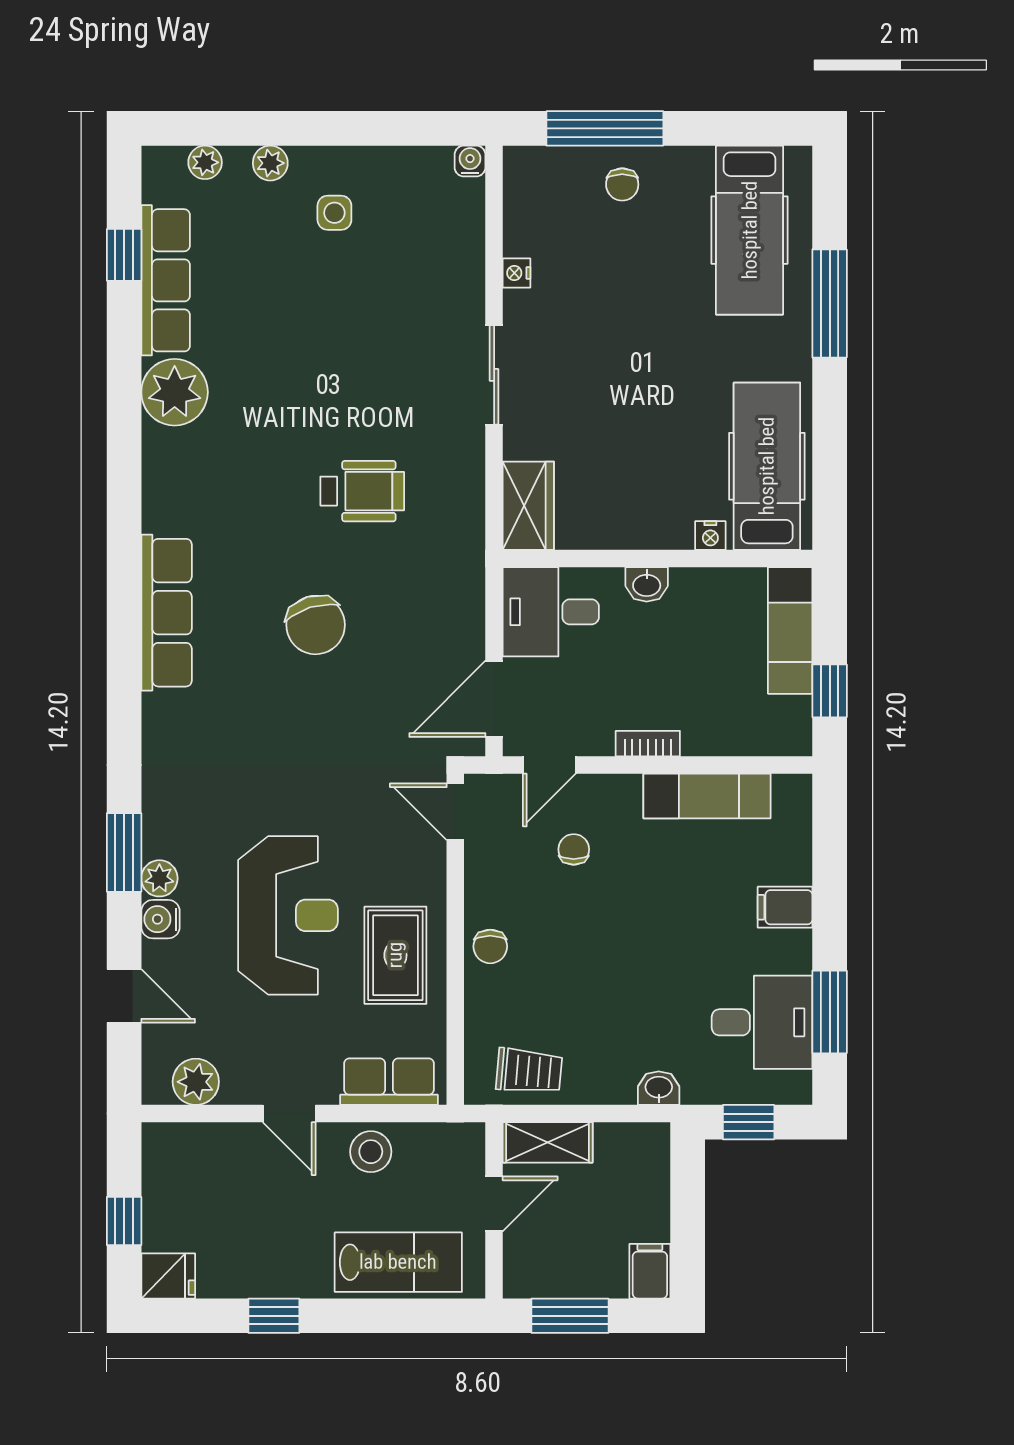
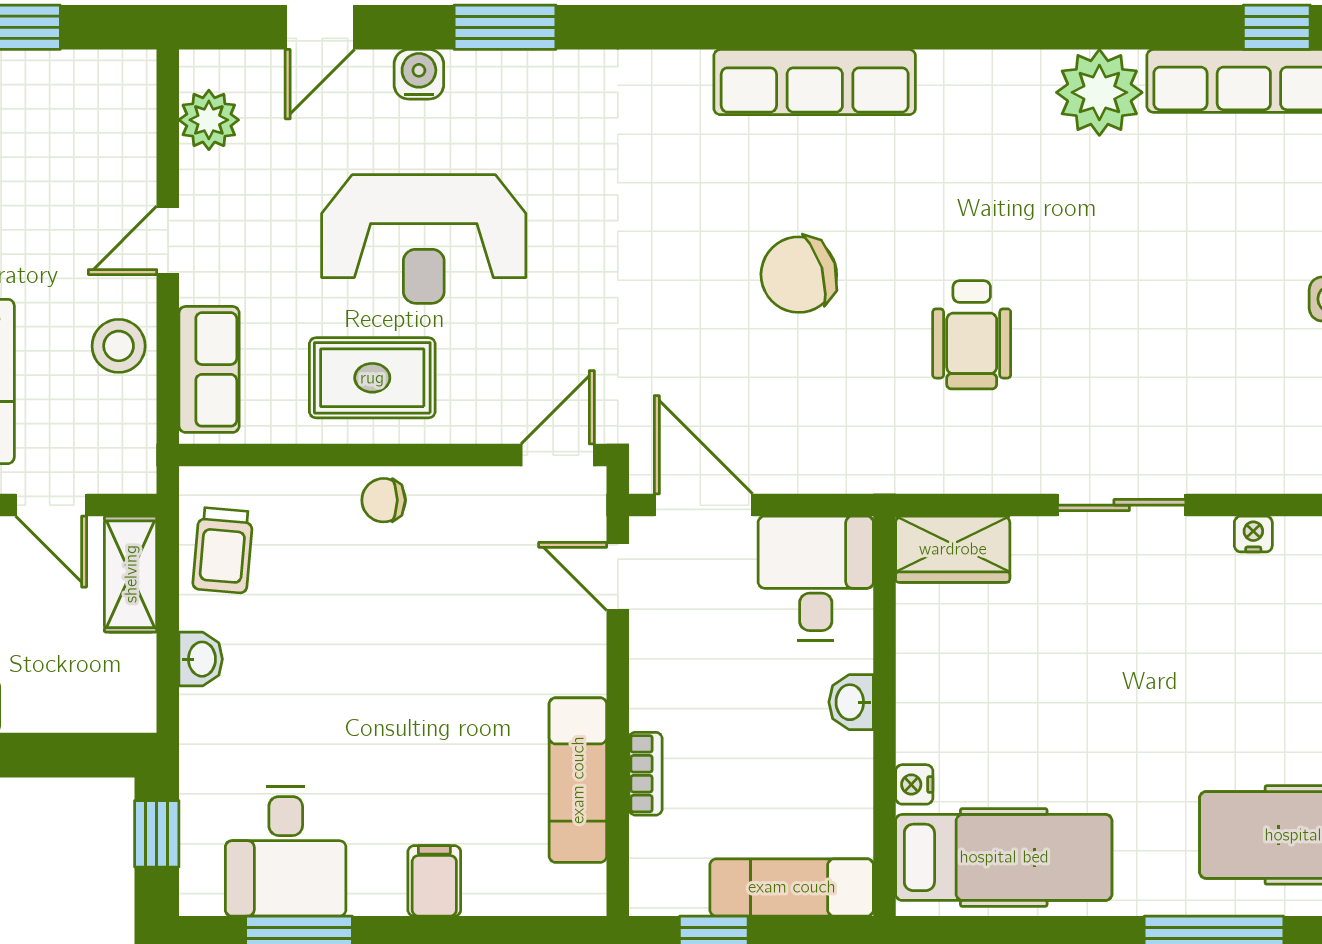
bookcase: (648, 744) -> (646, 774), moved
chair: (574, 849) -> (509, 608), removed
plant: (159, 878) -> (472, 73), removed
washbasin: (659, 1088) -> (201, 659), moved

